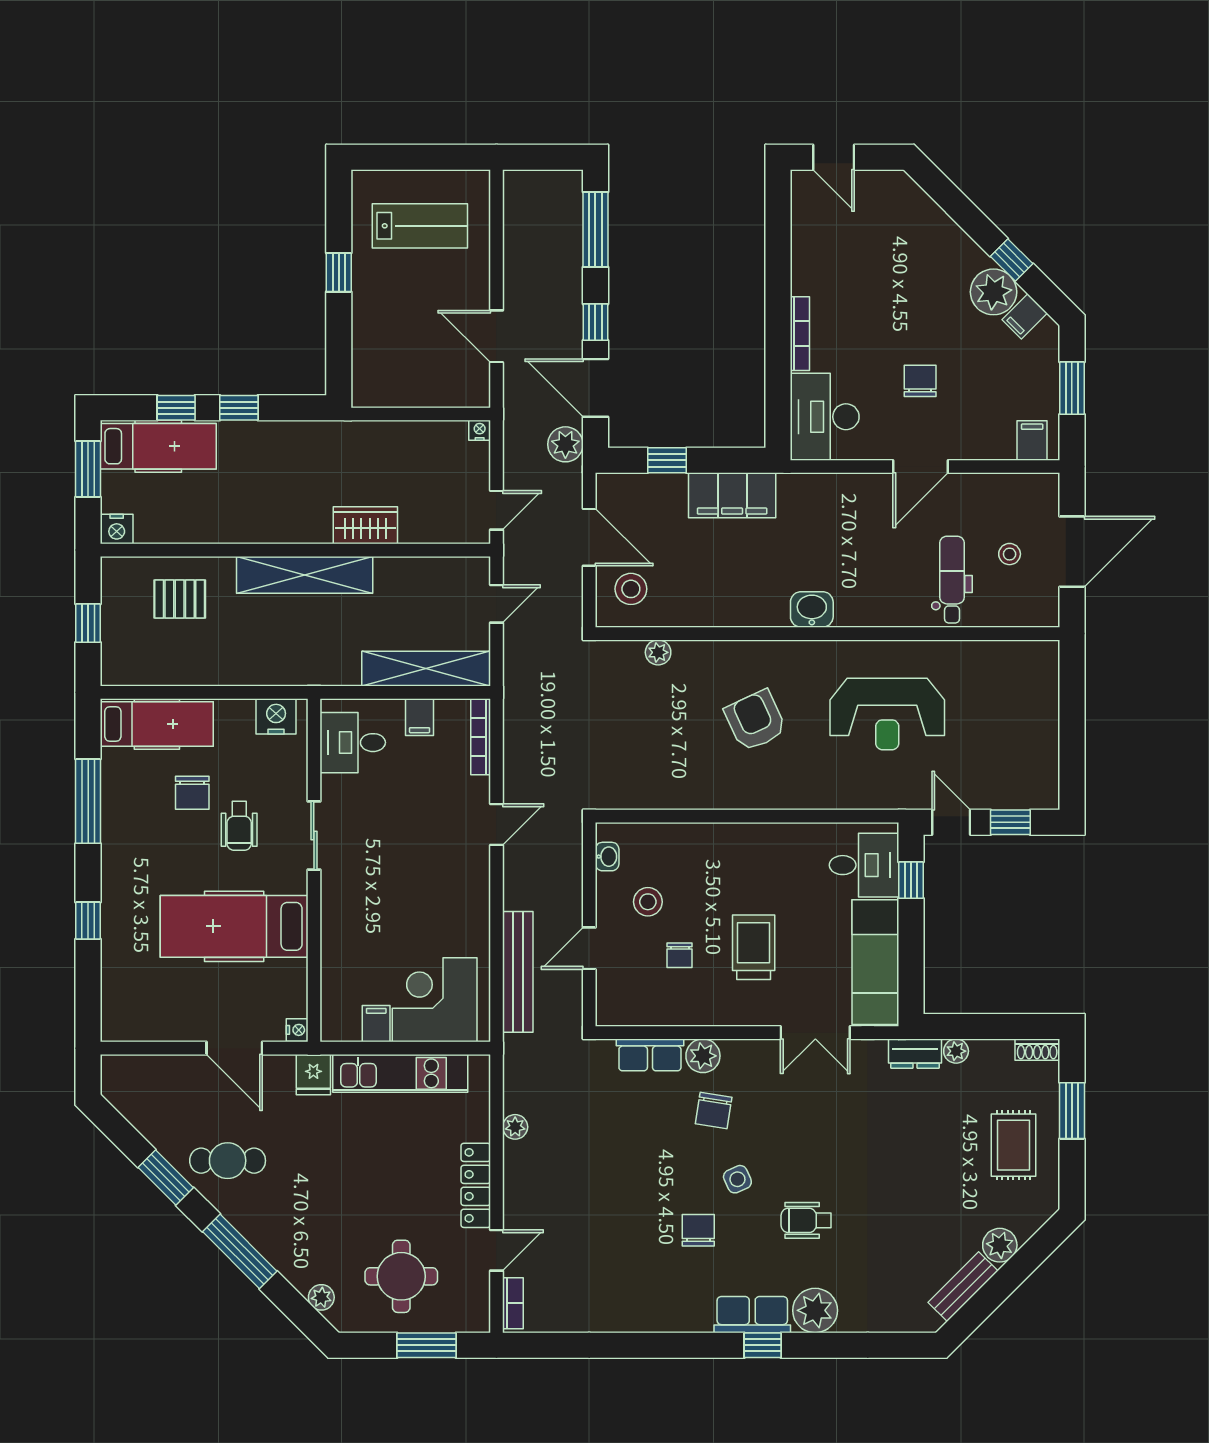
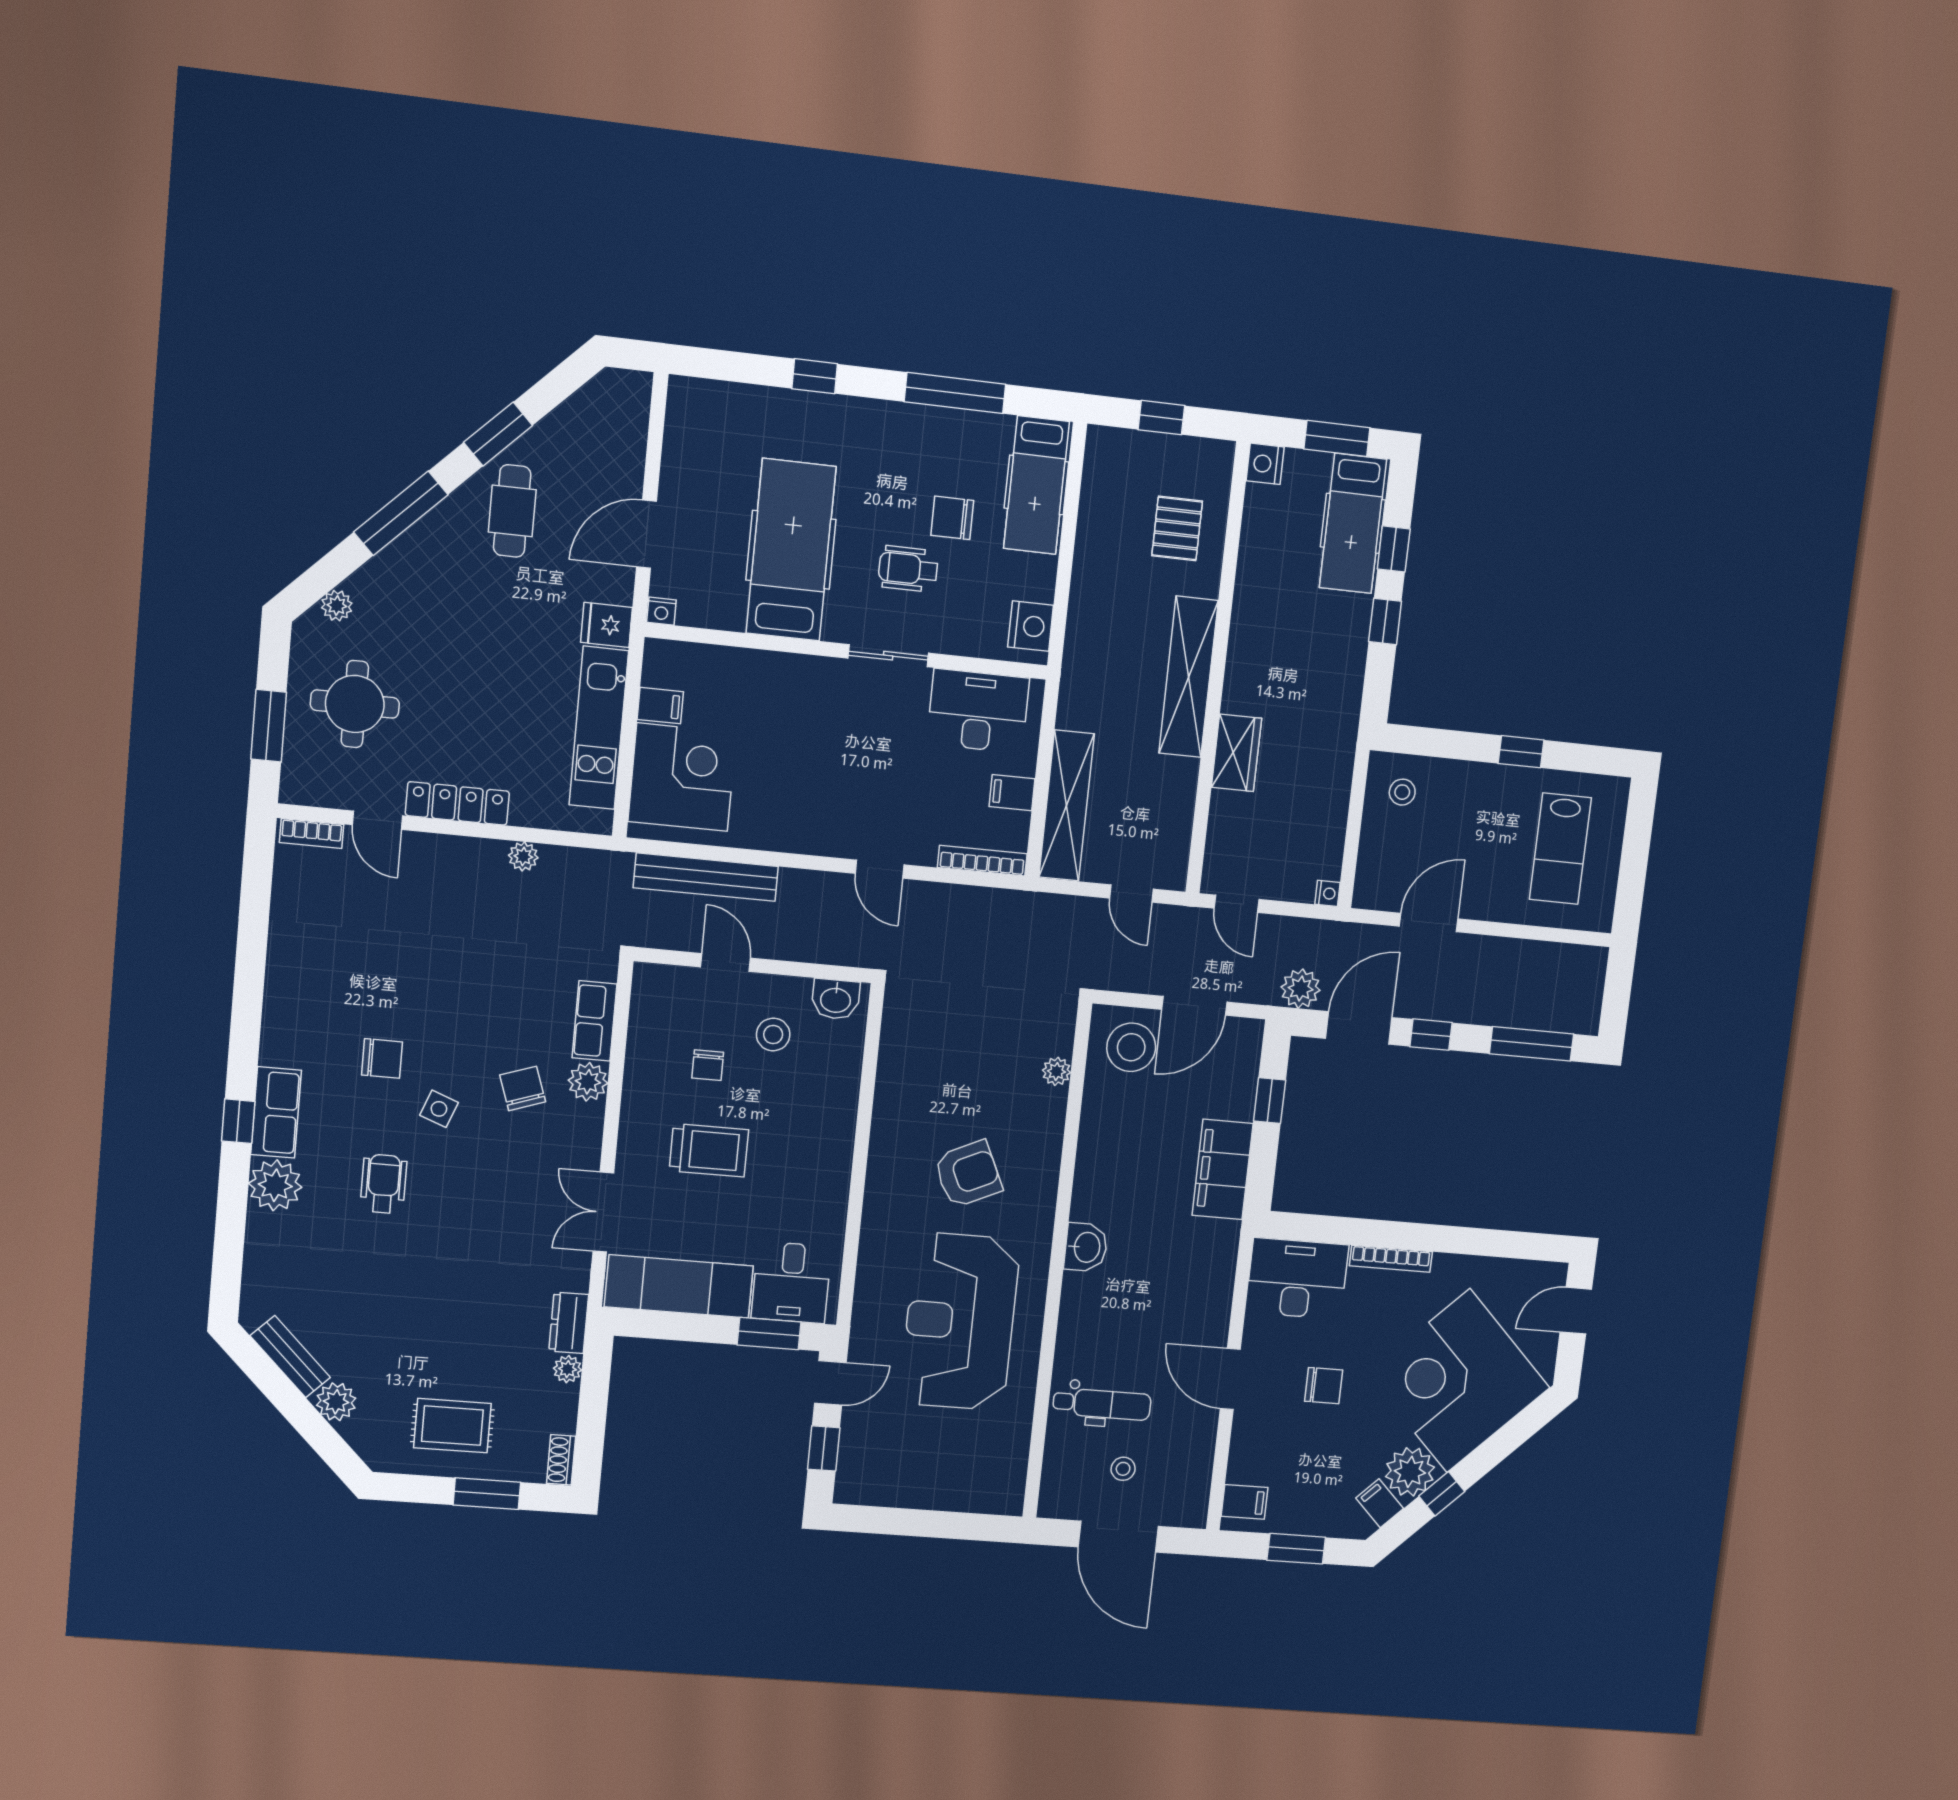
corner desk: (906, 258) -> (1458, 1381), added
stool: (385, 374) -> (1402, 792), added
stool: (631, 589) -> (1131, 1047), width x1.38, depth x1.38
reception desk: (887, 714) -> (960, 1321), width x1.36, depth x1.30
desk: (353, 743) -> (978, 711), width x1.37
washbasin: (607, 857) -> (836, 999), width x1.38, depth x1.45
window: (911, 880) -> (769, 1334), width x1.50
chair: (680, 955) -> (708, 1065), turned -90
chair: (714, 1110) -> (523, 1088), turned 62
side table: (737, 1179) -> (439, 1109), turned 45

